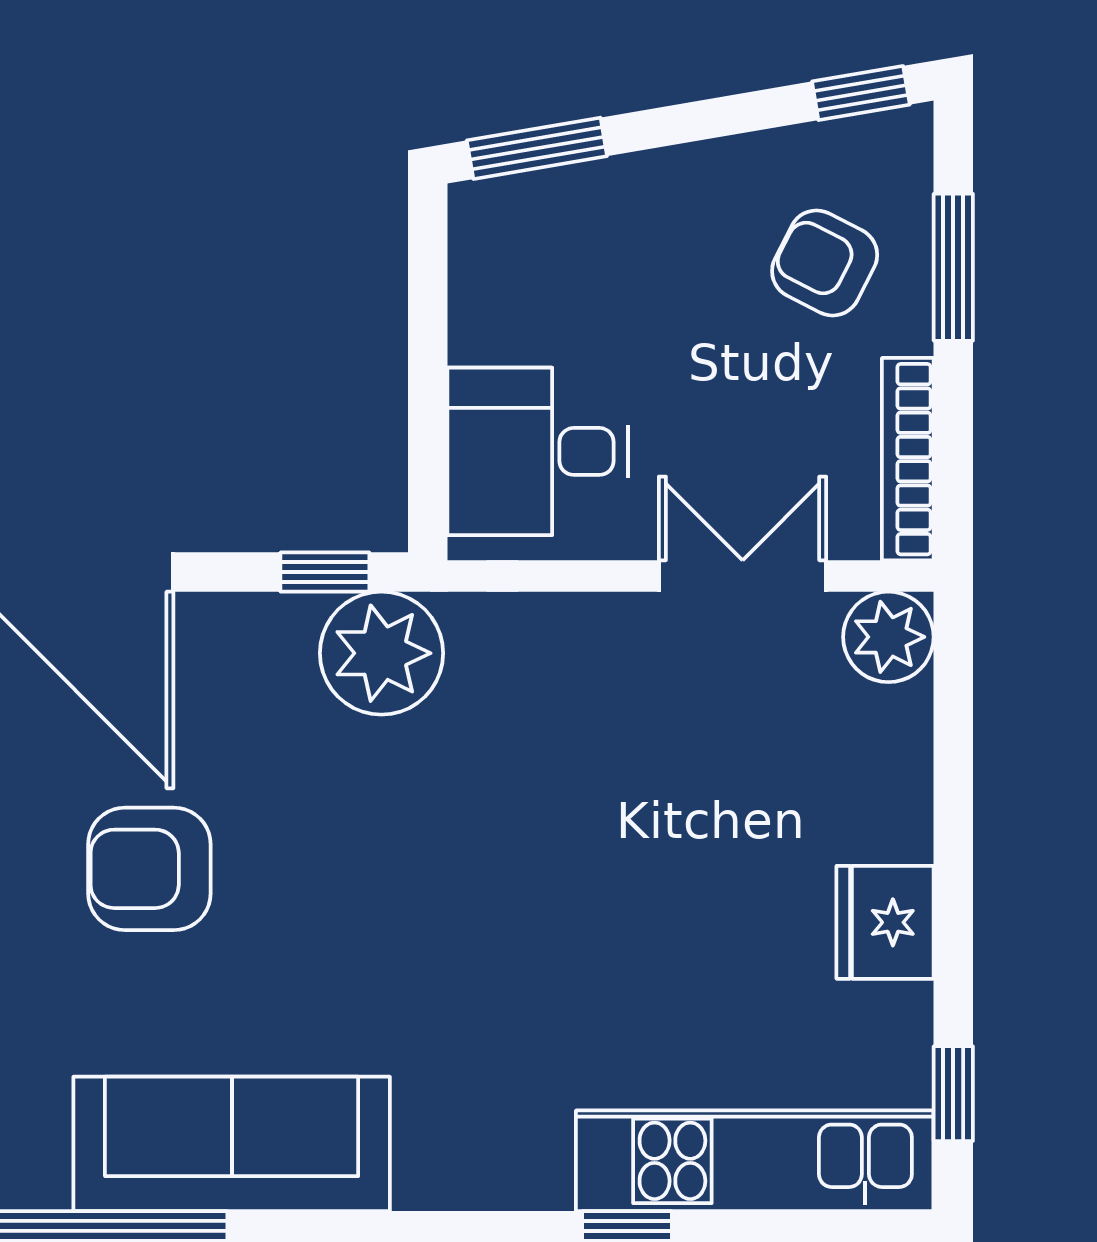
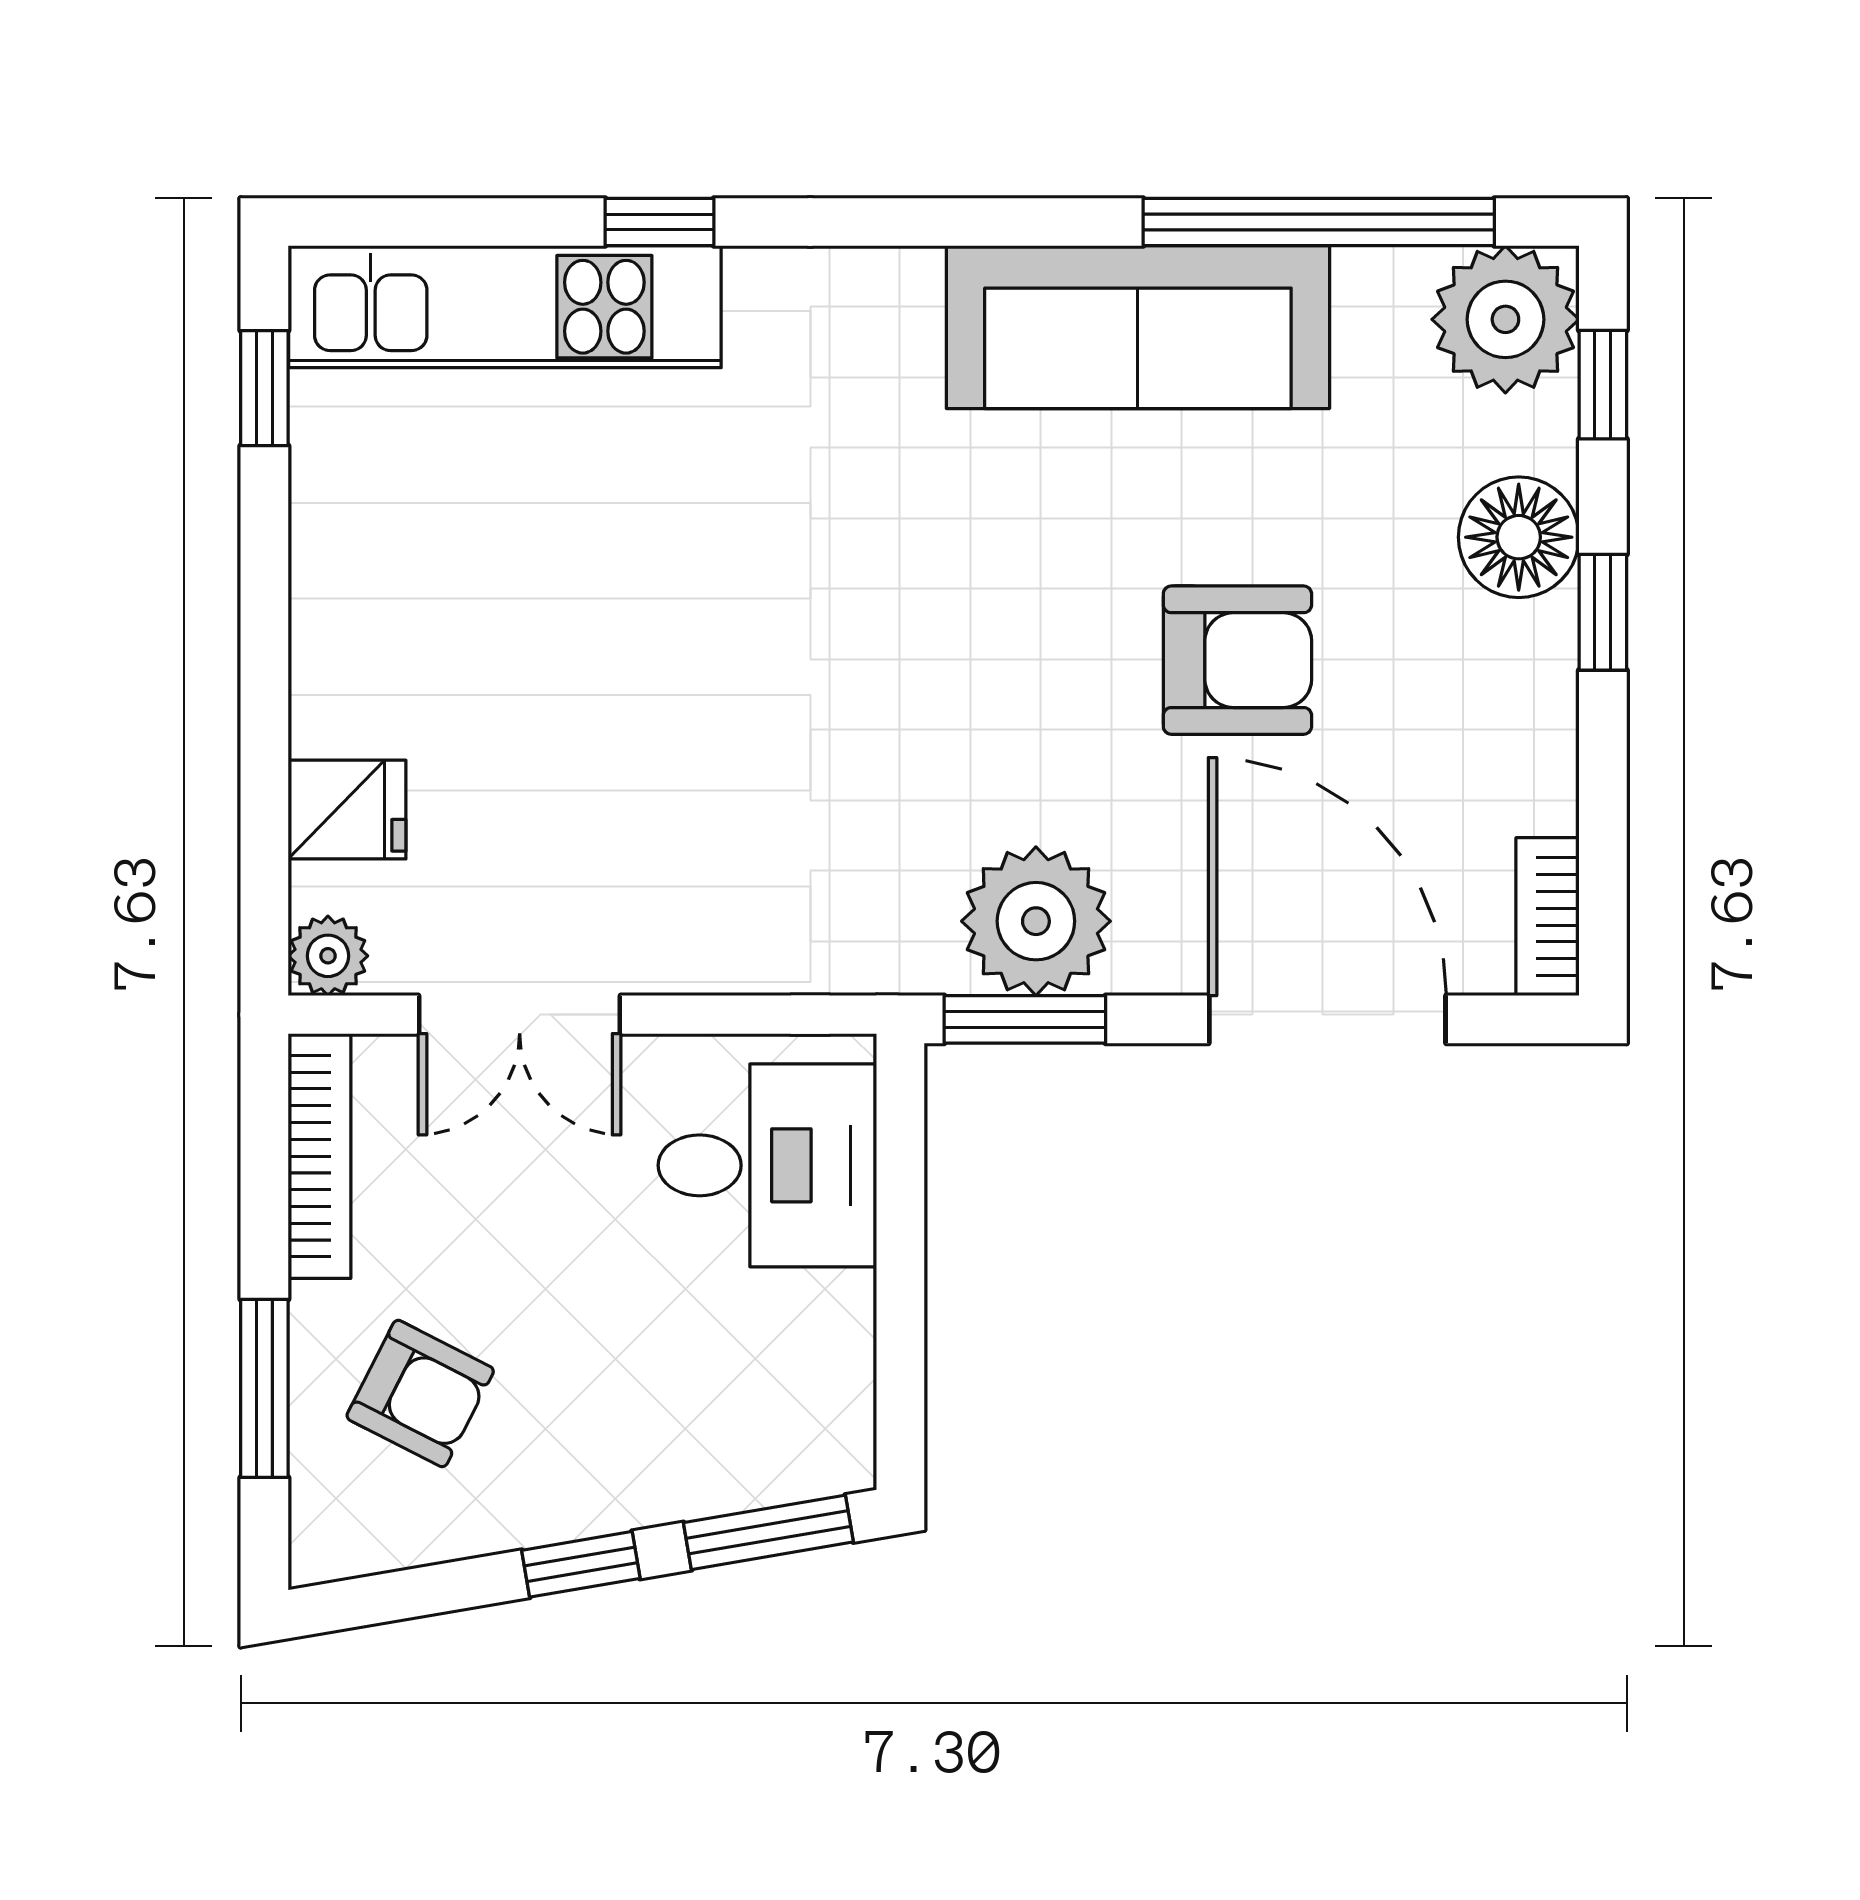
window: (861, 93) -> (581, 1564), moved
window: (325, 572) -> (1025, 1019), width x1.50
plant: (888, 637) -> (328, 956), width x0.73, depth x0.73
plant: (381, 653) -> (1036, 921), moved
fridge: (885, 922) -> (347, 810), moved, width x0.72

